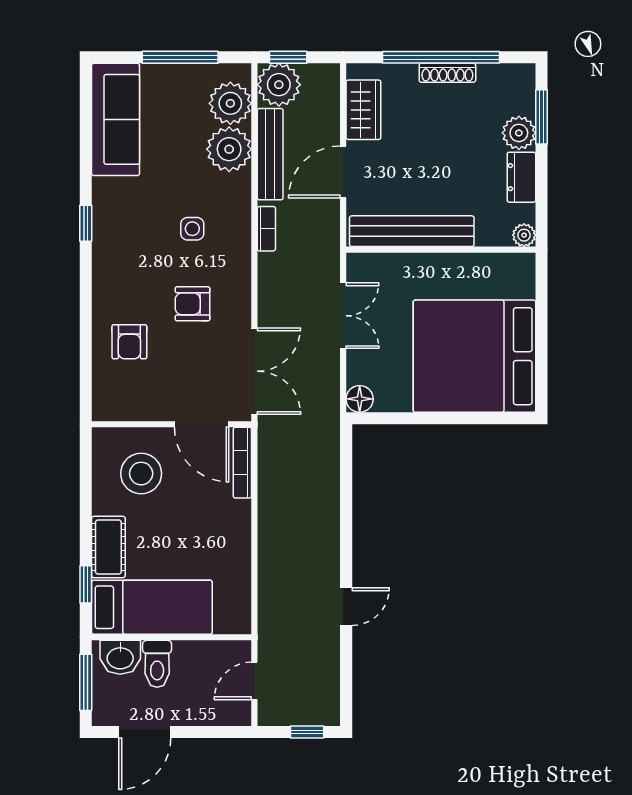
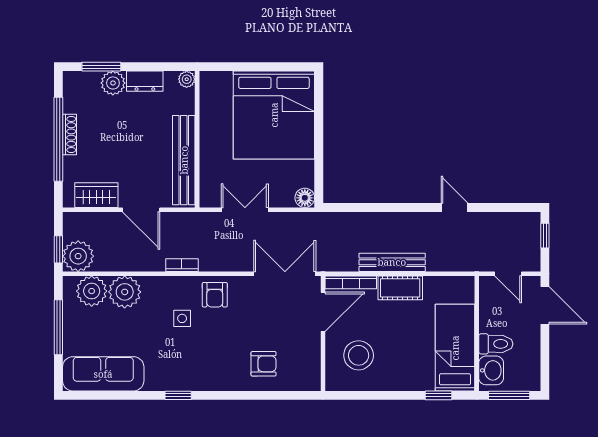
bench: (270, 154) -> (392, 262), moved
armchair: (193, 304) -> (215, 295), moved
cot: (108, 547) -> (400, 288), moved
door: (145, 732) -> (545, 305), moved

